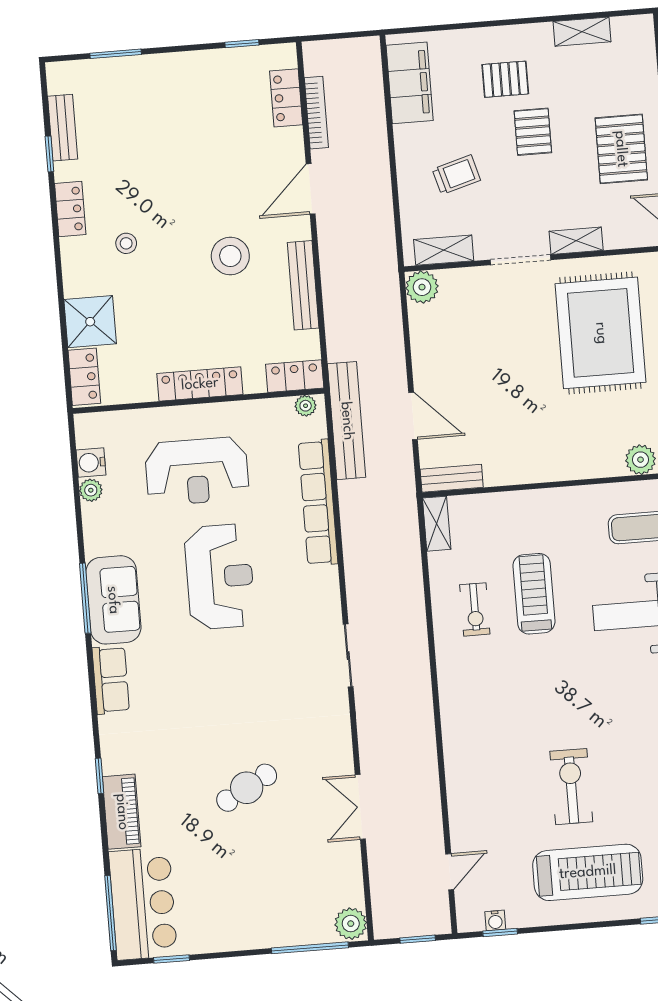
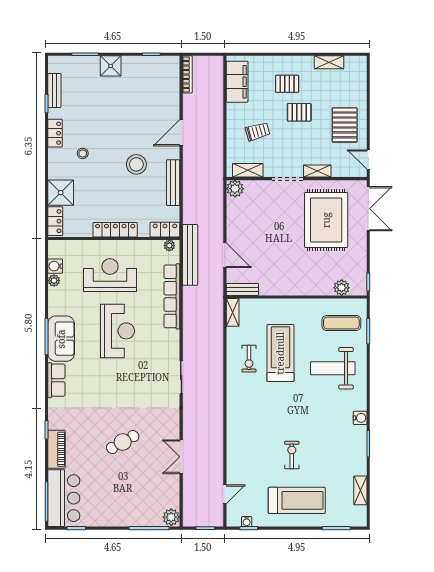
shower: (166, 72) -> (111, 66), added
locker: (286, 98) -> (172, 84), removed
bookcase: (316, 113) -> (187, 74), moved
pallet: (533, 132) -> (299, 112), turned 90
reception desk: (197, 471) -> (110, 275), turned 180
treadmill: (534, 594) -> (280, 353), width x1.37, depth x1.38
exercise bike: (571, 787) -> (292, 455), width x0.73, depth x0.72

